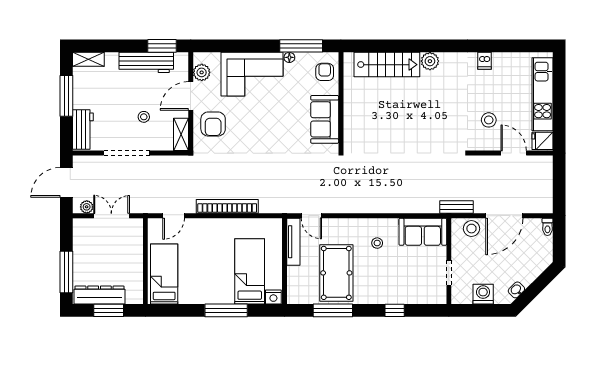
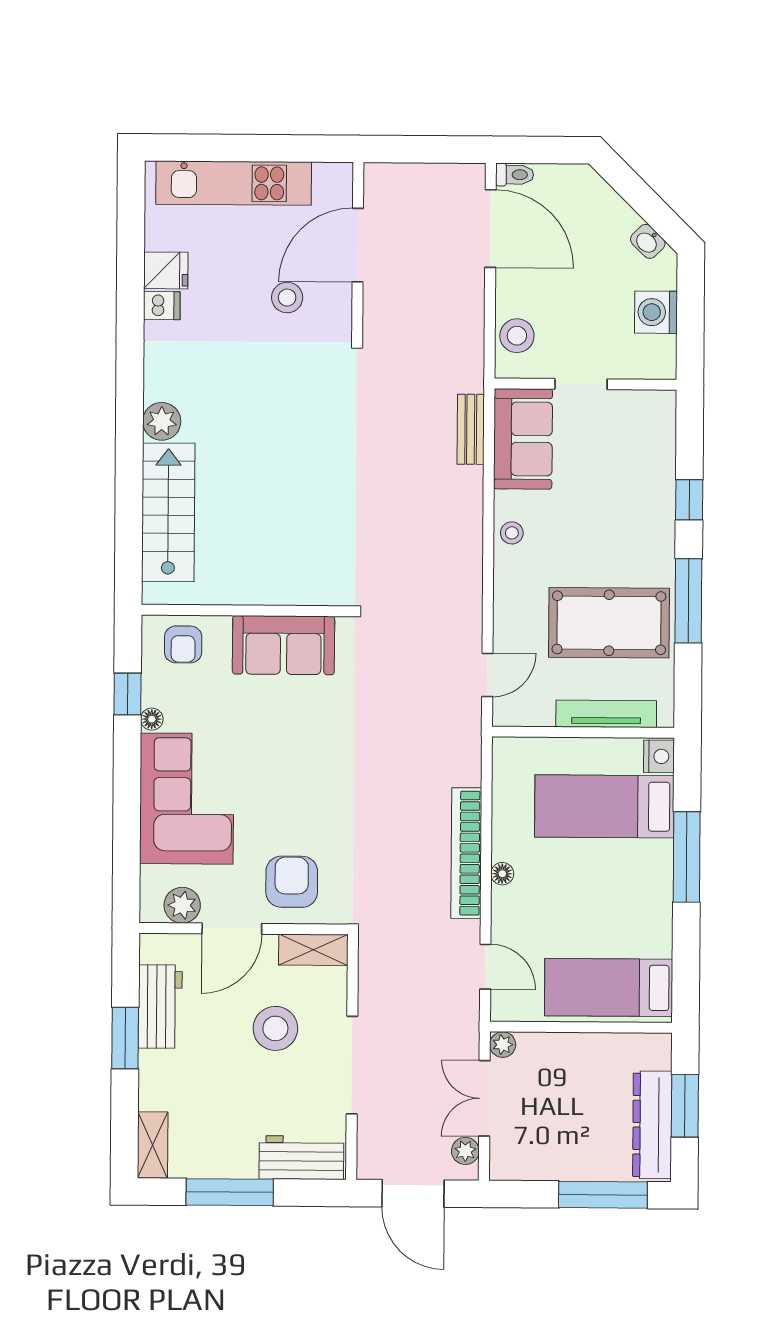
window: (162, 46) -> (125, 1038), moved
window: (301, 46) -> (128, 694), width x0.46
workbench: (146, 62) -> (160, 1007), width x0.73
armchair: (325, 72) -> (183, 644), turned -90
door: (191, 96) -> (232, 929), hinge flipped
stool: (144, 117) -> (275, 1028), width x1.89, depth x1.89
armchair: (213, 124) -> (292, 882), turned -90
fridge: (543, 141) -> (166, 270), moved, turned -90
door: (514, 153) -> (358, 245), width x1.36
bench: (457, 207) -> (471, 429), moved
door: (504, 216) -> (490, 229), moved
floor lamp: (218, 223) -> (502, 874), added
plant: (137, 224) -> (503, 1045), added
tv unit: (293, 242) -> (606, 714), moved
stool: (377, 243) -> (512, 533), moved
doorway: (449, 273) -> (581, 384), moved
window: (333, 310) -> (688, 601), moved

